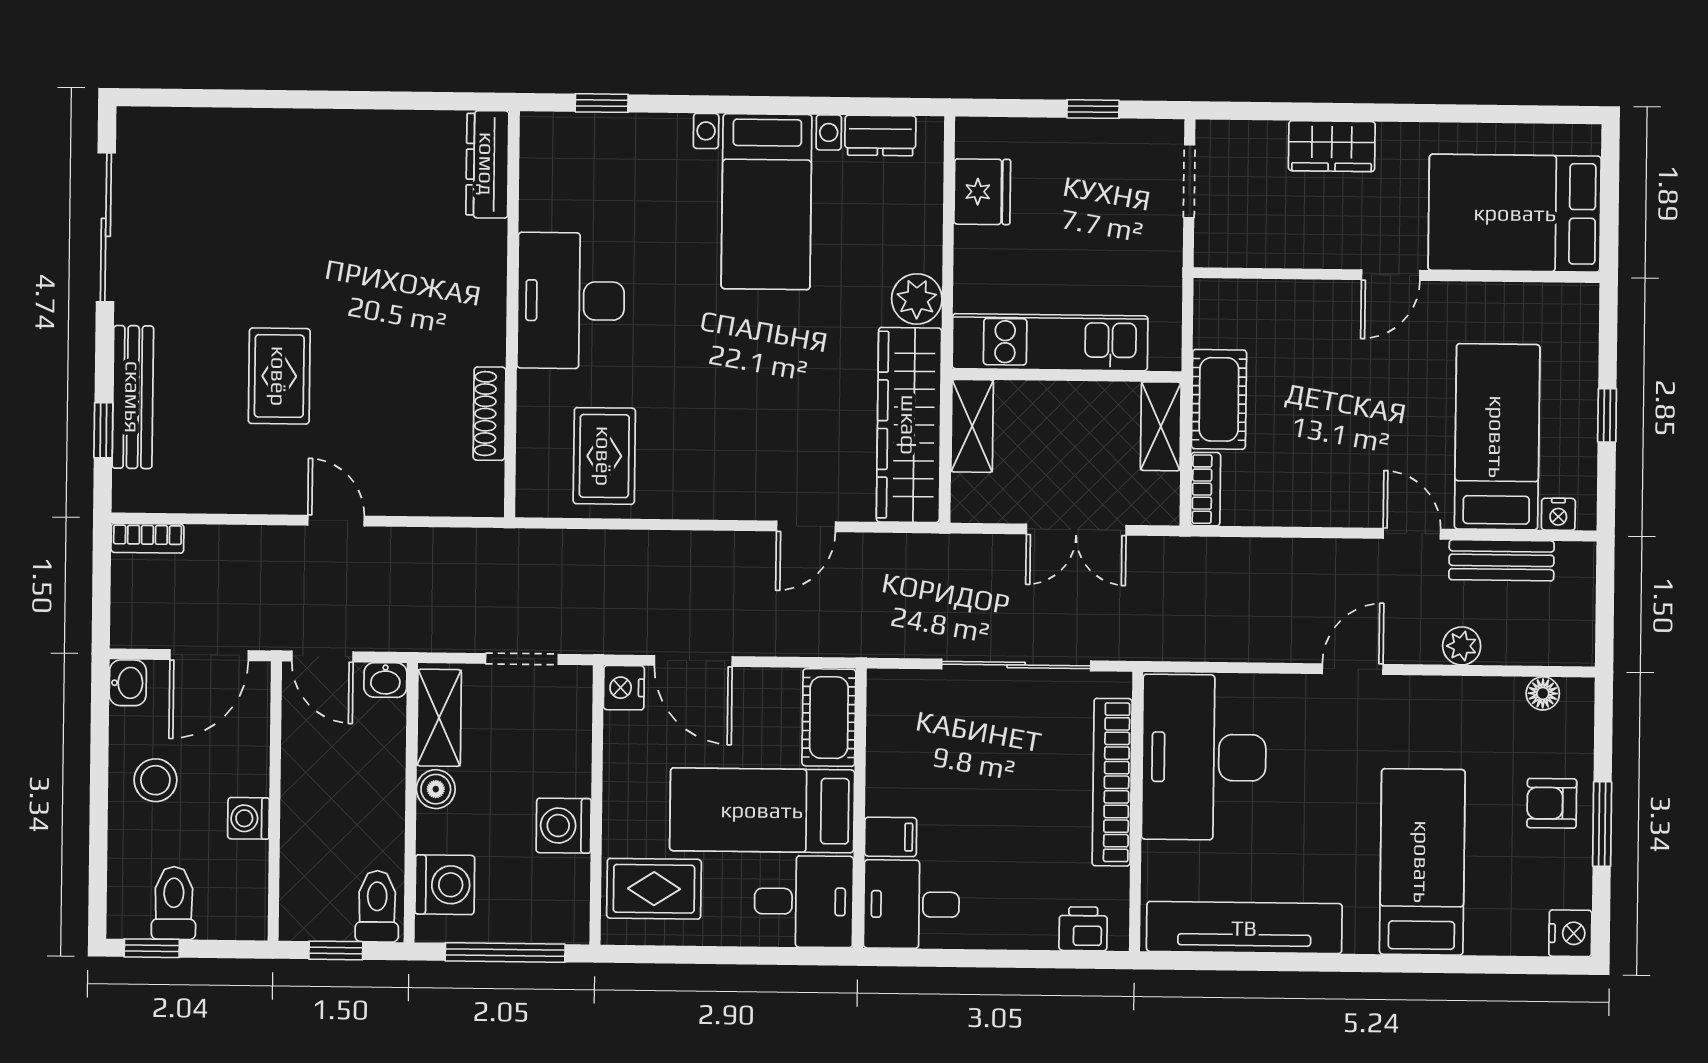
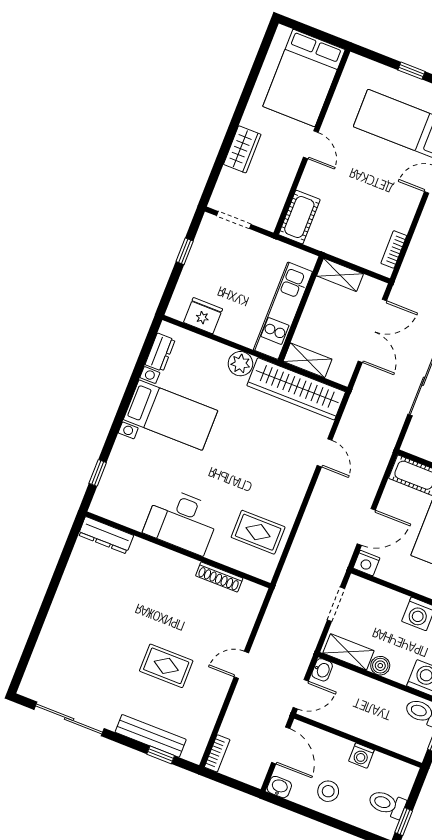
cot: (1219, 399) -> (299, 217), moved, turned 90
bookcase: (1206, 489) -> (394, 249), moved, turned -90
double door: (1076, 530) -> (372, 331), width x1.37

